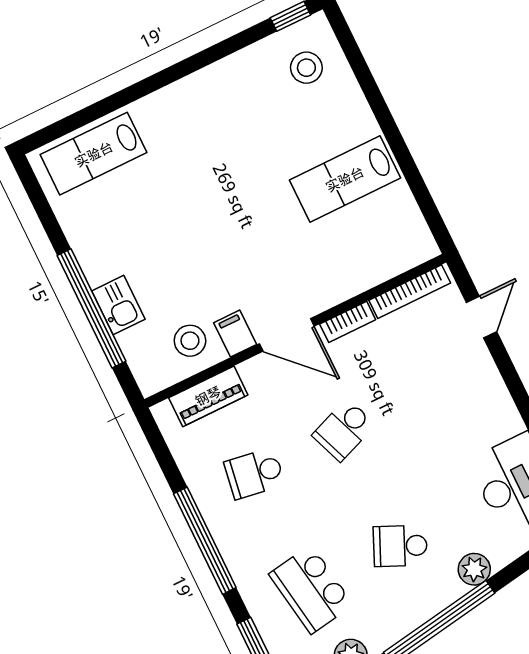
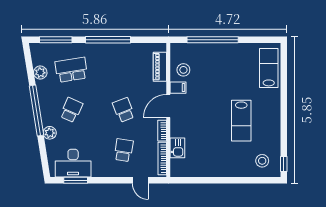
lab bench: (345, 179) -> (241, 121), moved, turned 180
kitchen sink: (118, 305) -> (177, 148), moved, turned -90
school desk: (255, 473) -> (124, 150), moved

